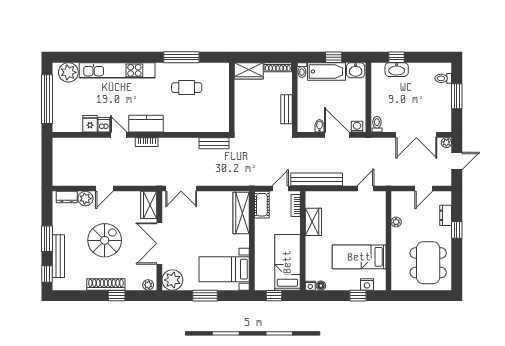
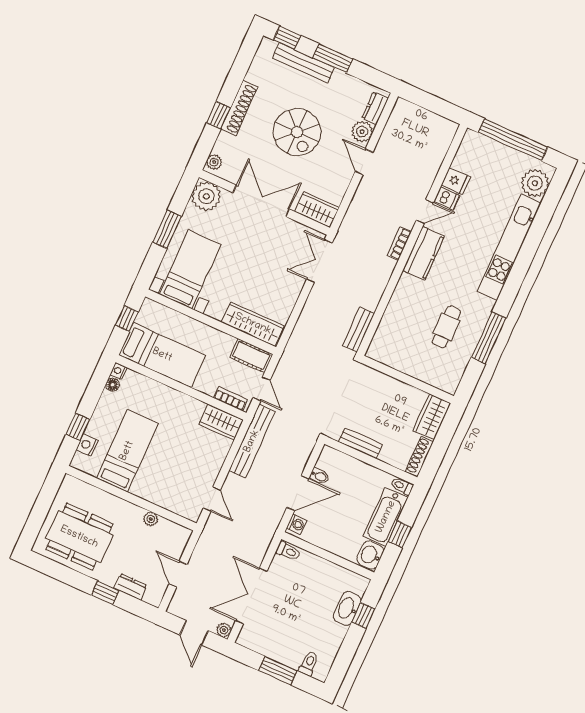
wardrobe: (313, 222) -> (221, 422), moved

